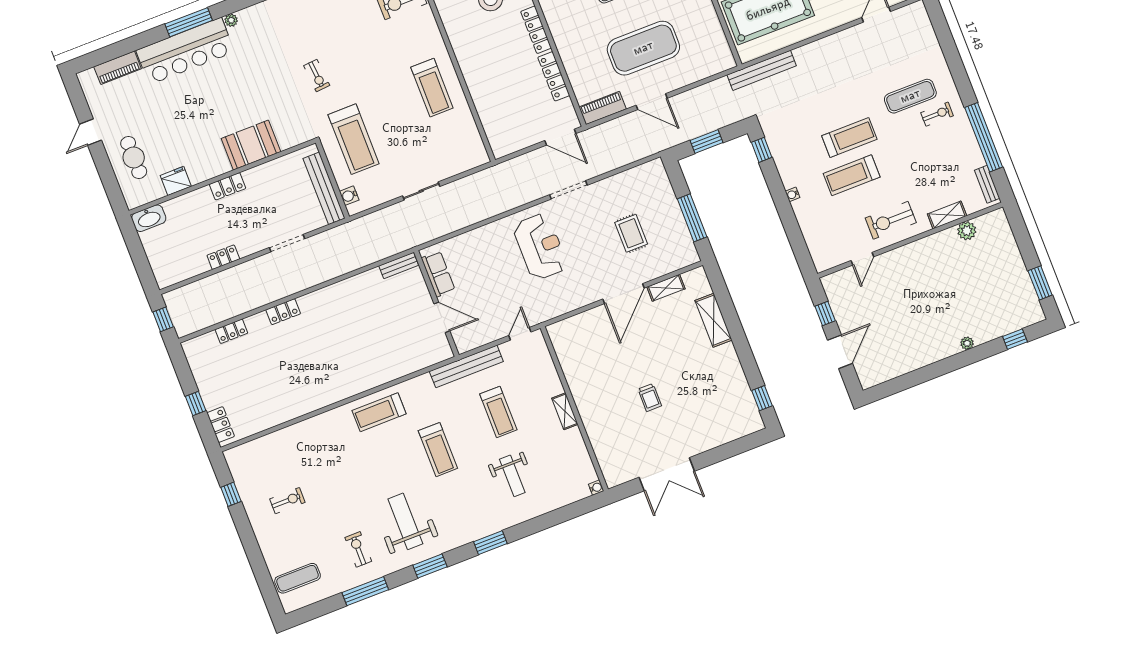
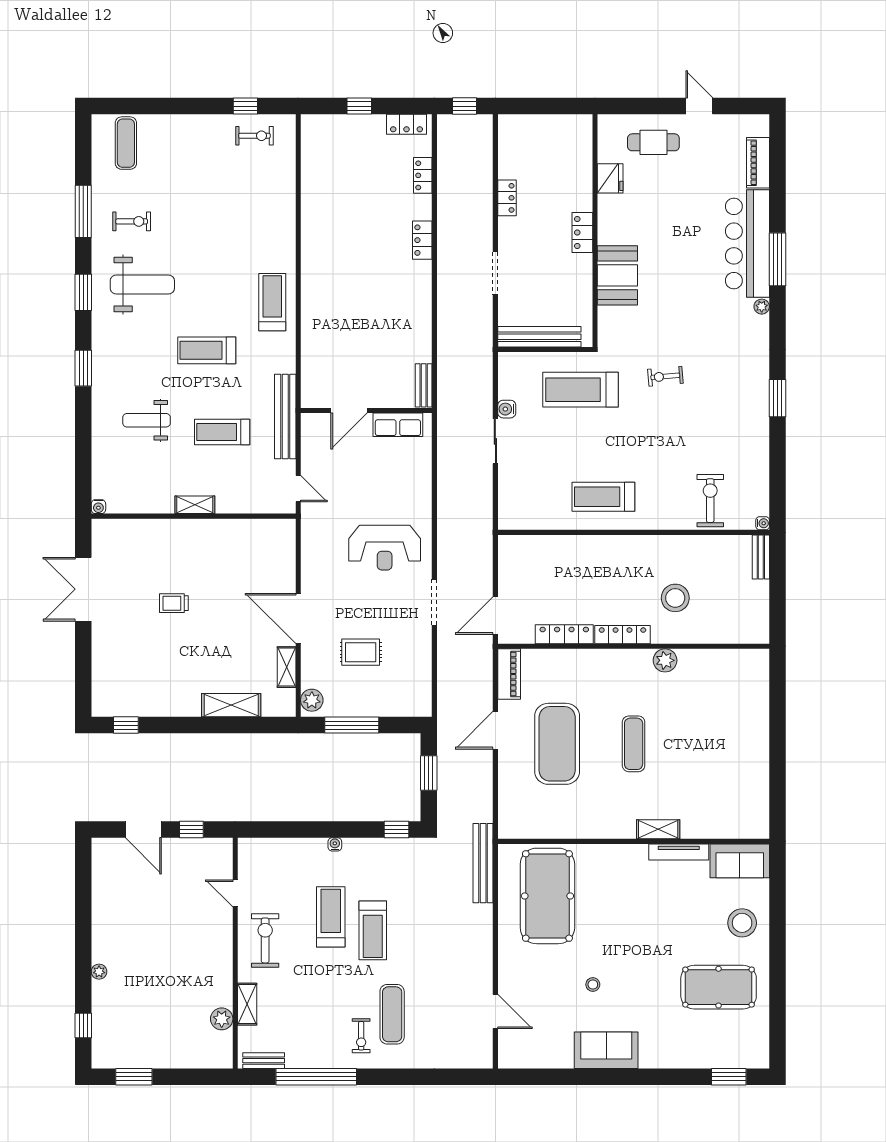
water cooler: (349, 196) -> (507, 409), moved, turned -90
washbasin: (149, 218) -> (581, 133), removed
plant: (685, 257) -> (312, 700), added
locker: (221, 425) -> (406, 124), moved
exercise bike: (287, 501) -> (254, 136), moved, turned -90

